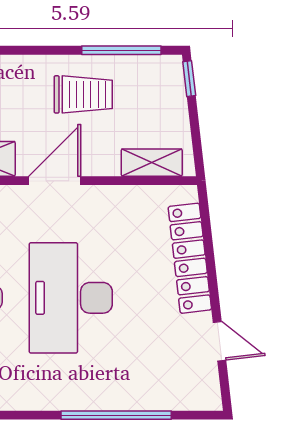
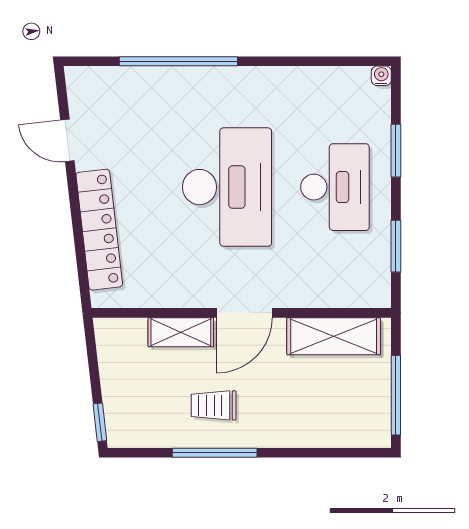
window: (121, 50) -> (215, 453), moved
trolley: (83, 94) -> (214, 405), width x0.73, depth x0.72
shelving: (152, 163) -> (181, 332), moved

